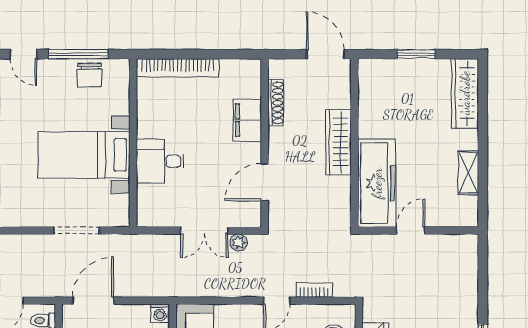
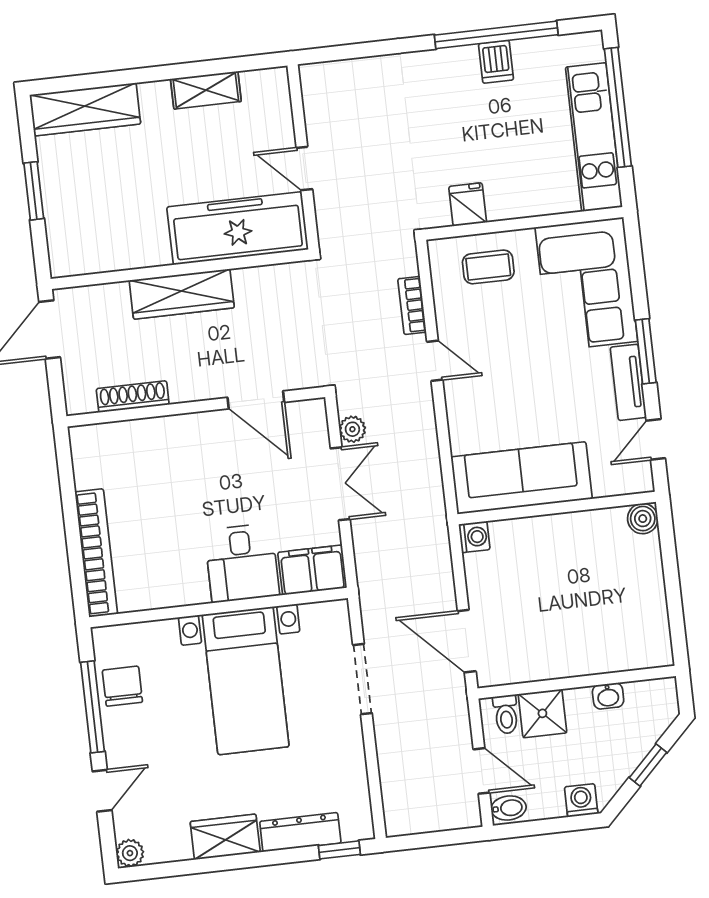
chair: (90, 75) -> (122, 686), turned -90
filing cabinet: (247, 120) -> (312, 570), moved, turned 180

